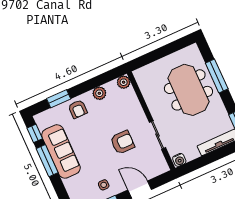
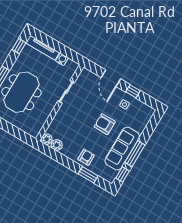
plant: (99, 93) -> (57, 145), moved
armchair: (122, 142) -> (105, 124), moved
water cooler: (179, 160) -> (62, 59), moved

